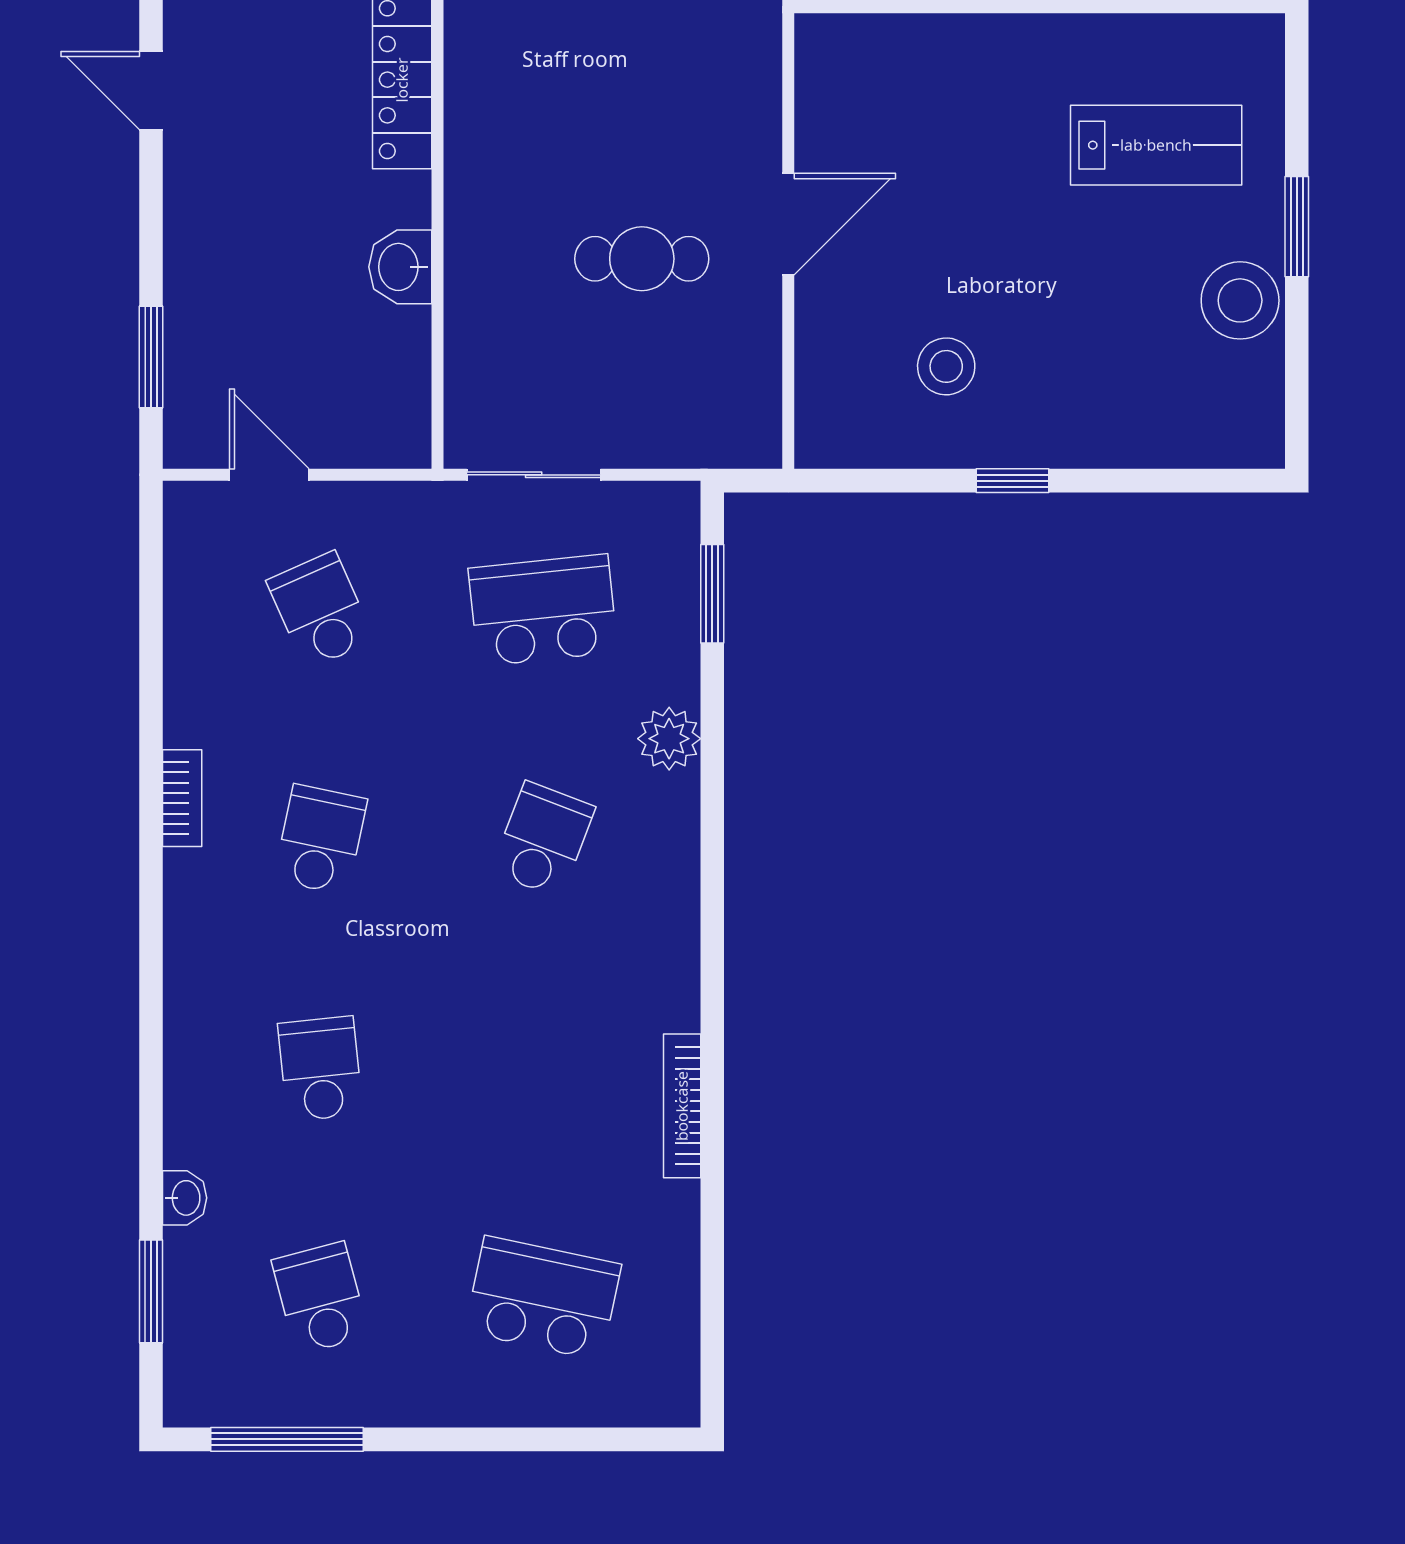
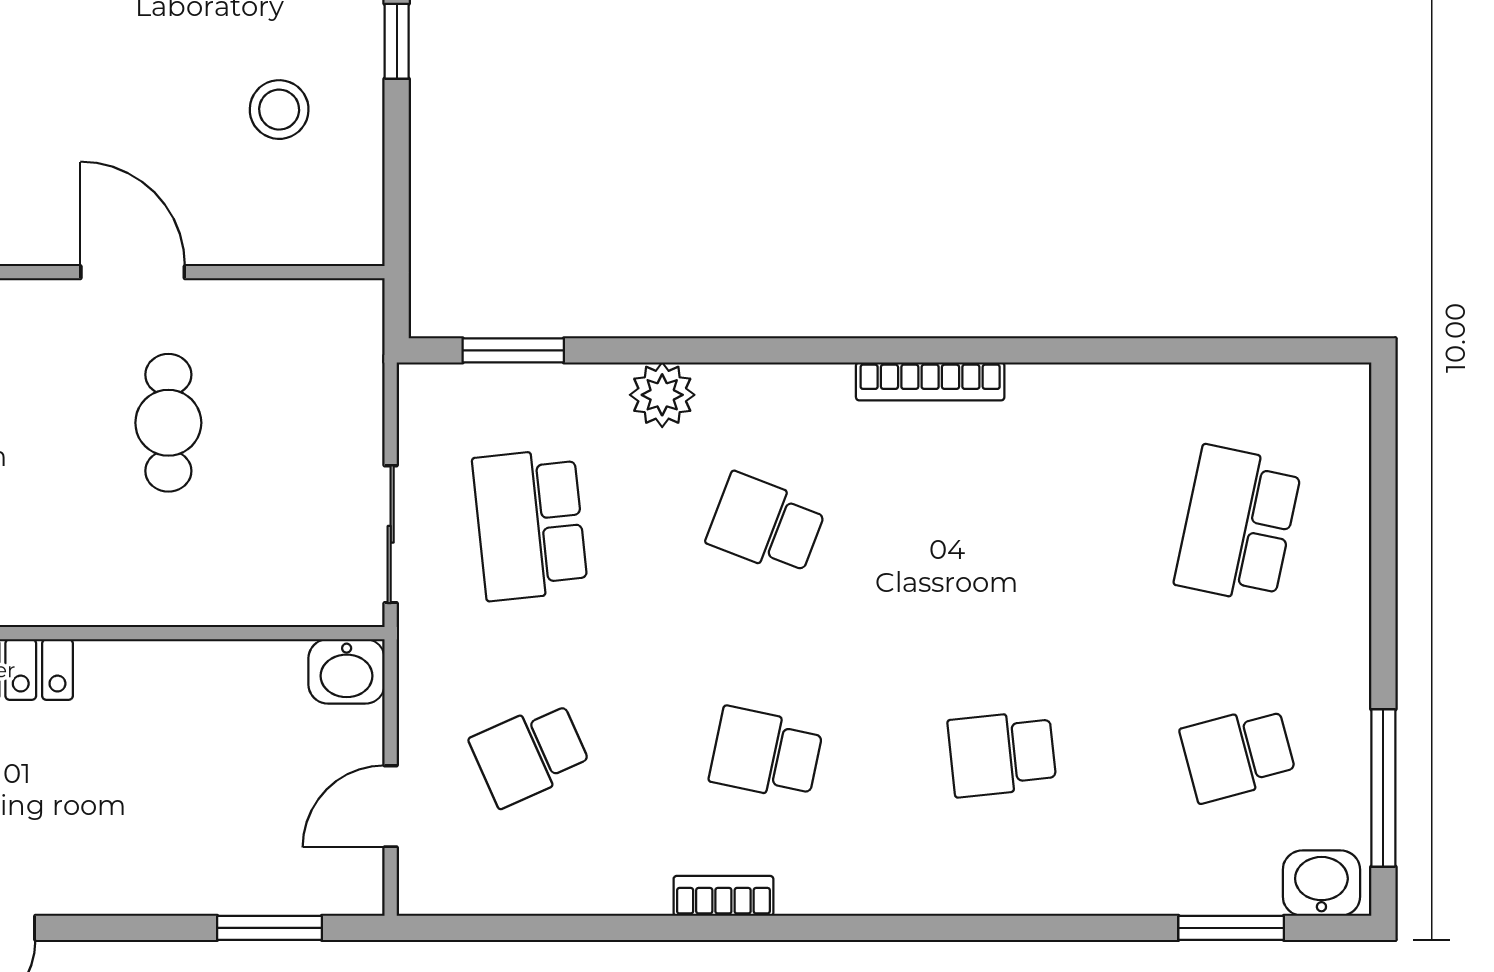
washbasin: (400, 267) -> (347, 671), moved
bookcase: (682, 1106) -> (930, 381), moved
washbasin: (185, 1198) -> (1321, 883), moved, width x1.38, depth x1.45

